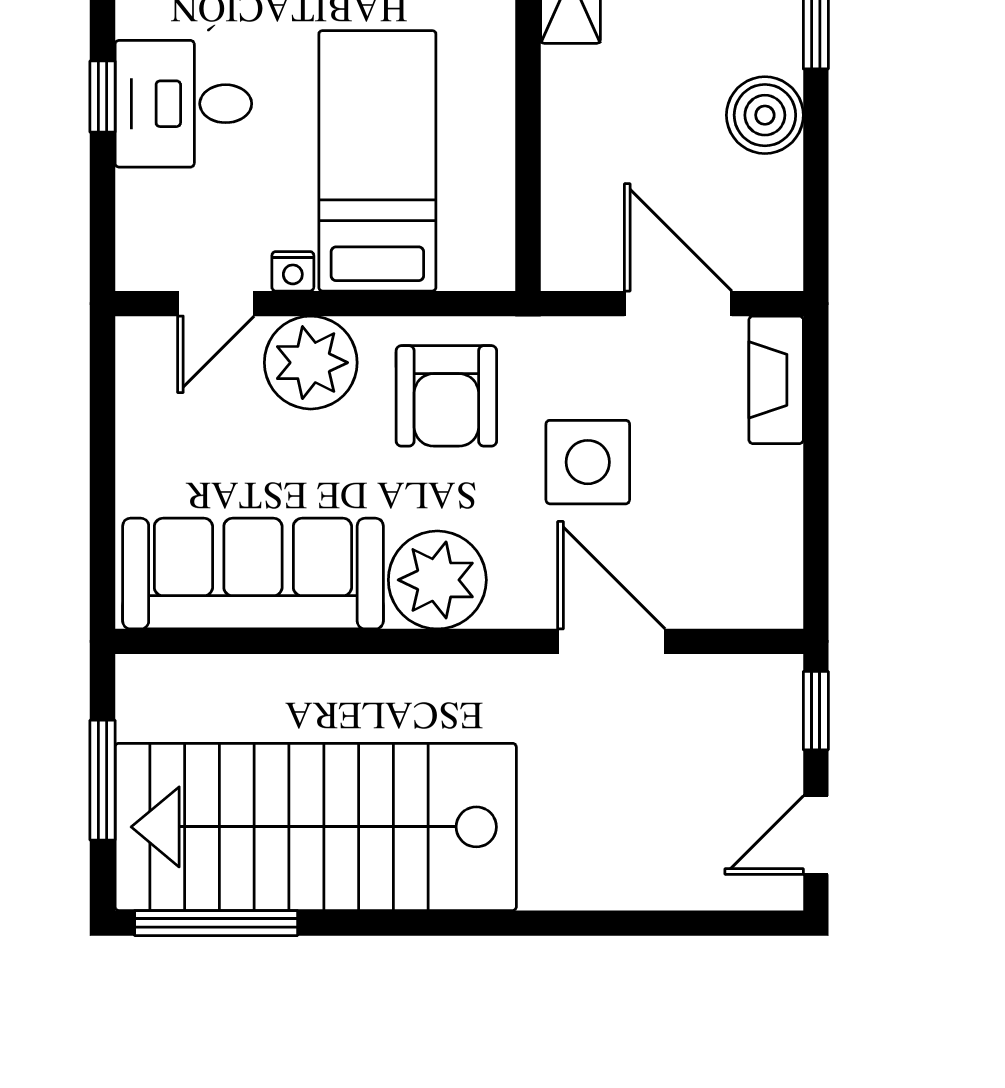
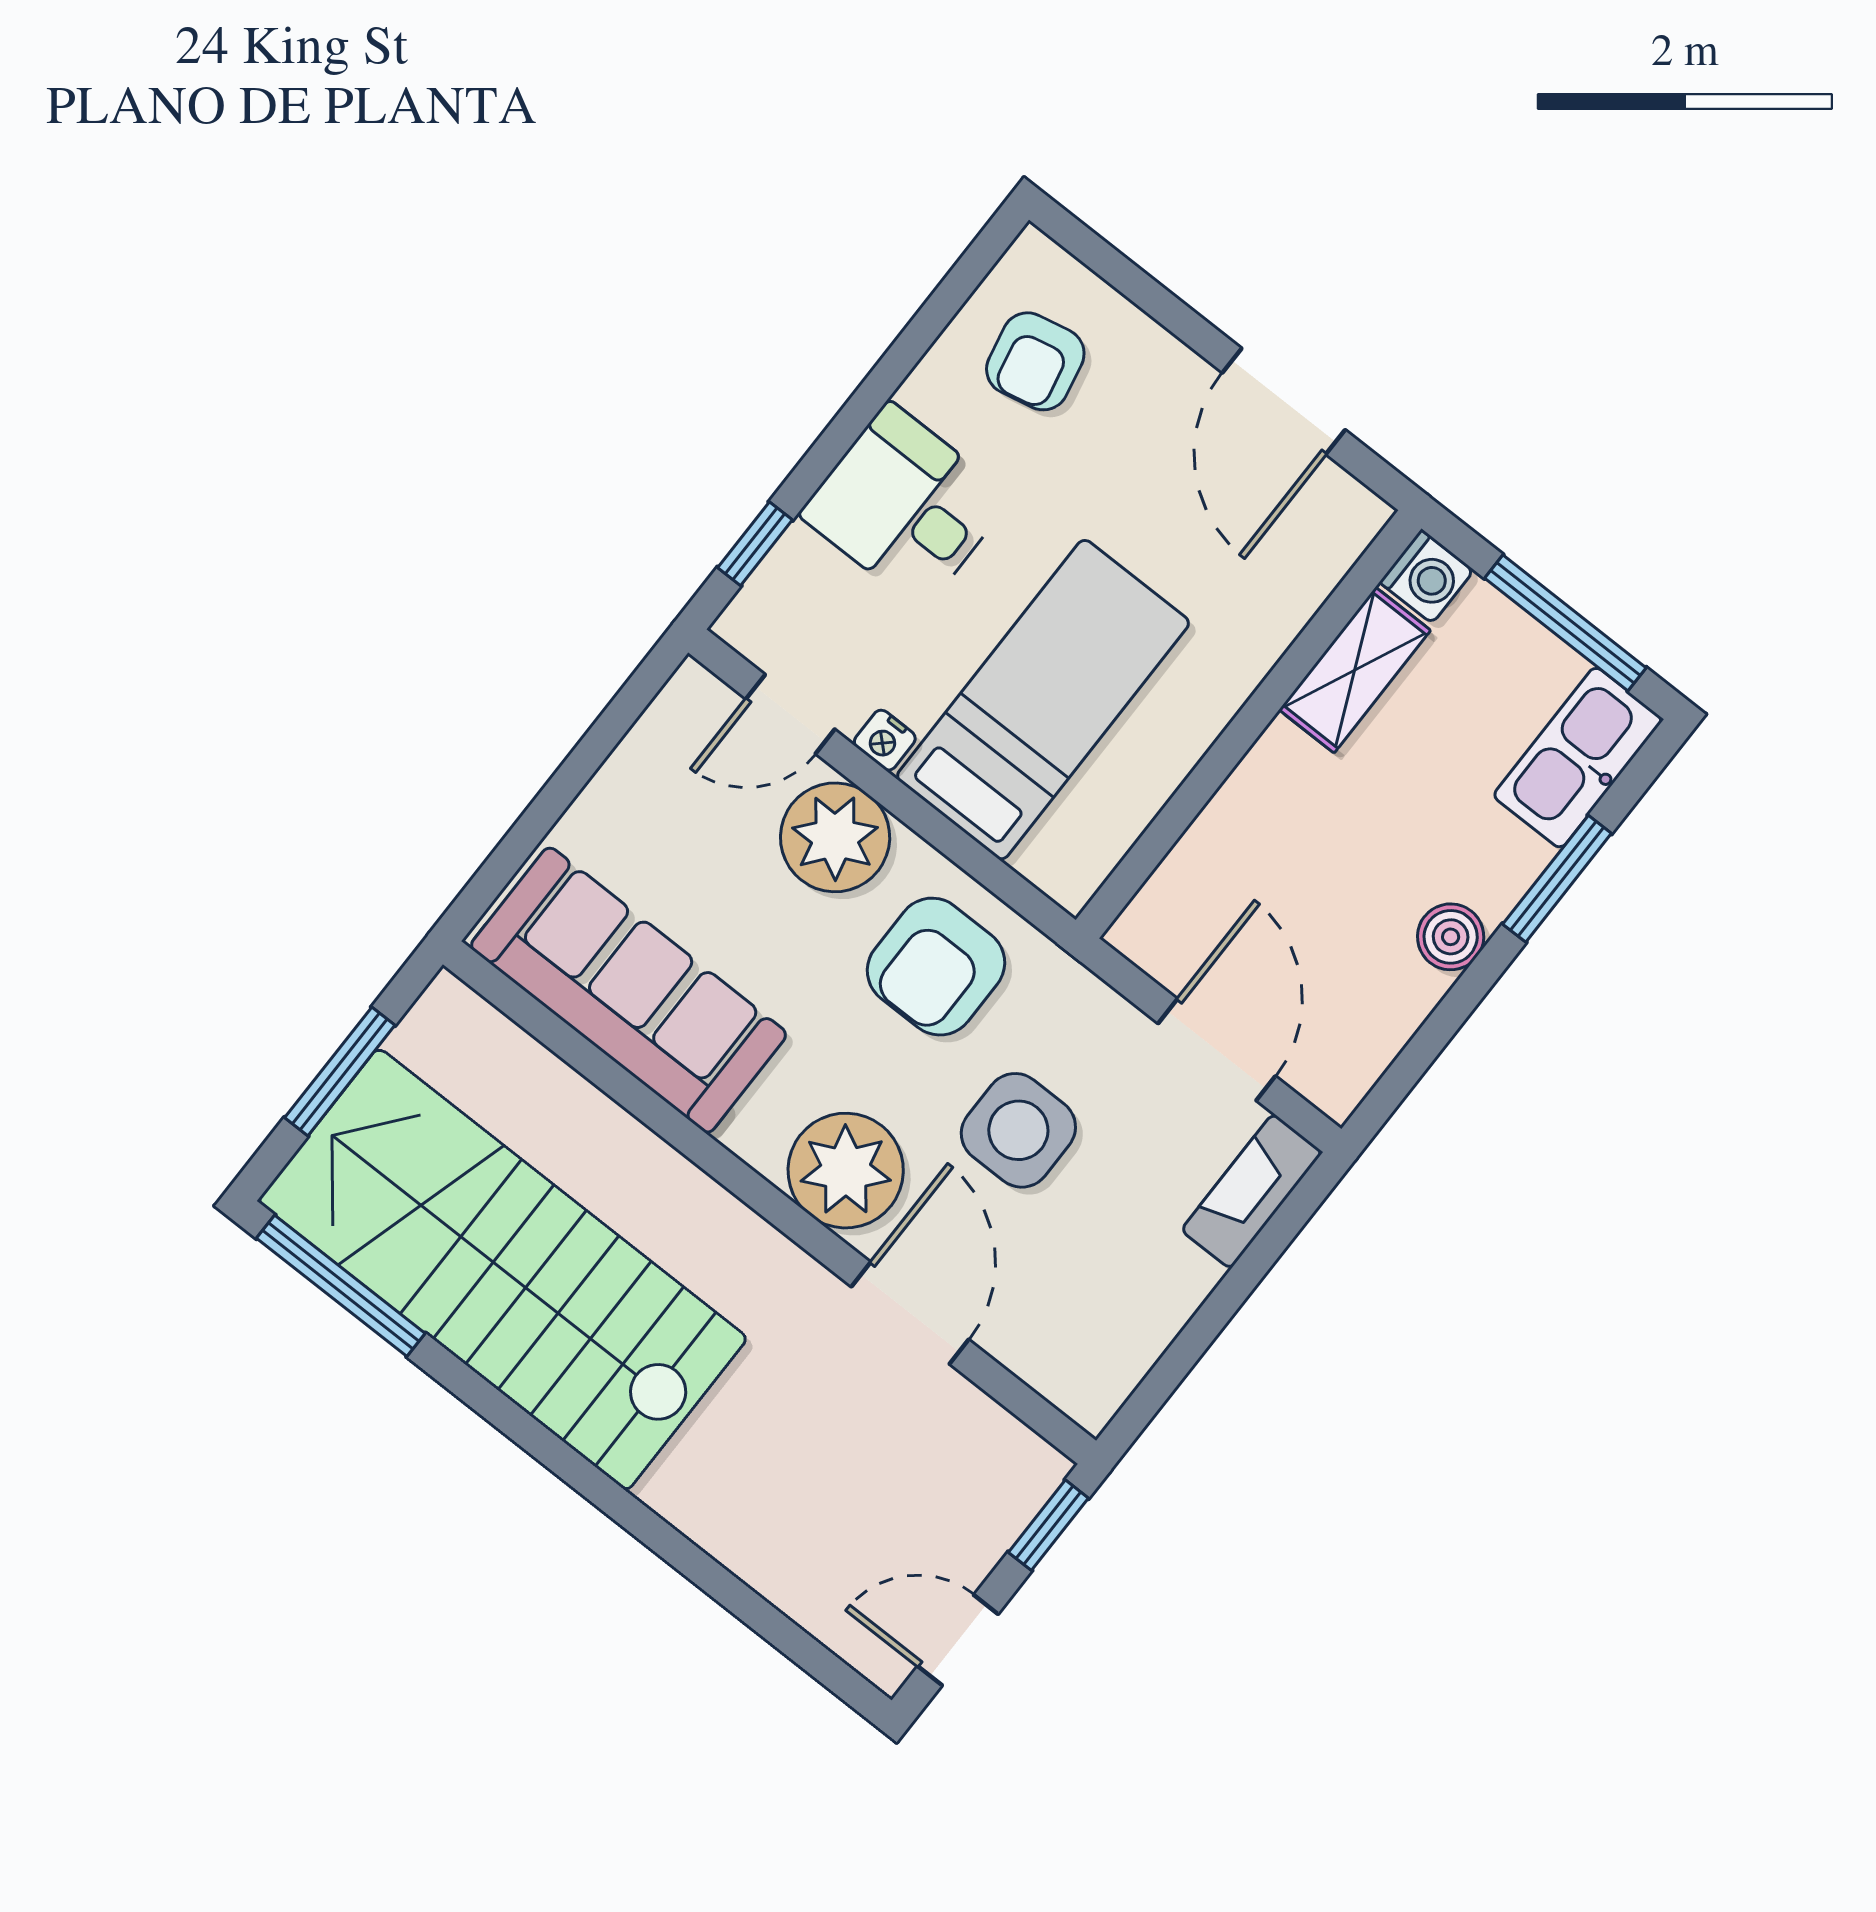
window: (103, 97) -> (755, 544), moved
boiler: (765, 115) -> (1451, 937), width x0.73, depth x0.73
plant: (437, 580) -> (846, 1171), moved

